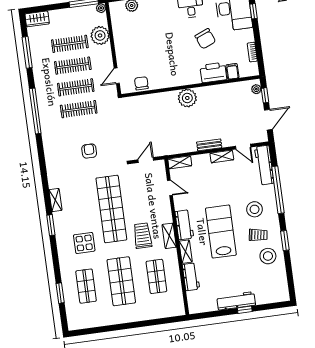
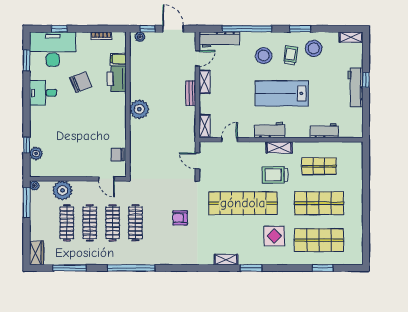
shelving: (186, 252) -> (351, 37), moved
shop shelf: (86, 286) -> (319, 240), width x1.43, depth x1.36

